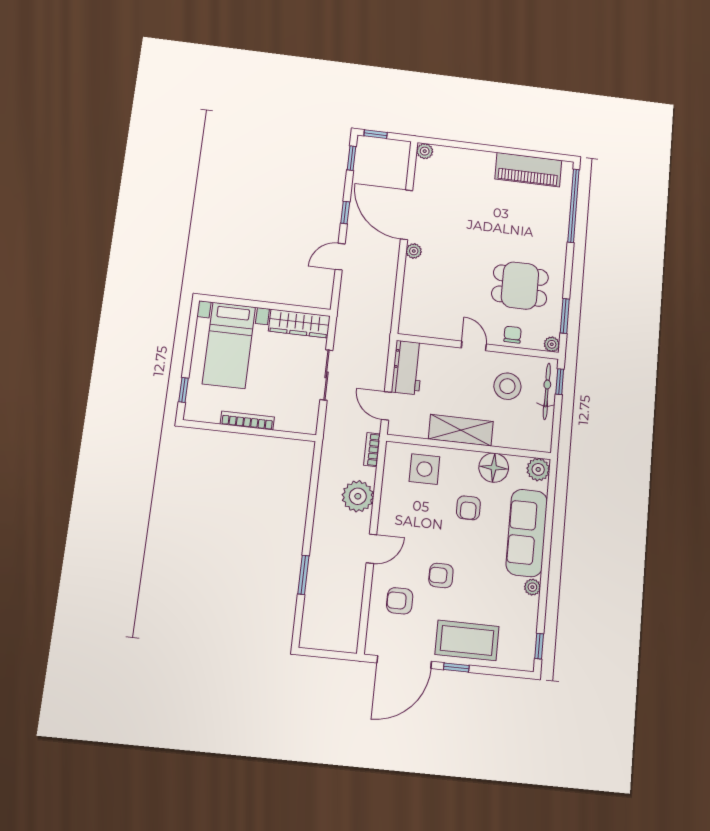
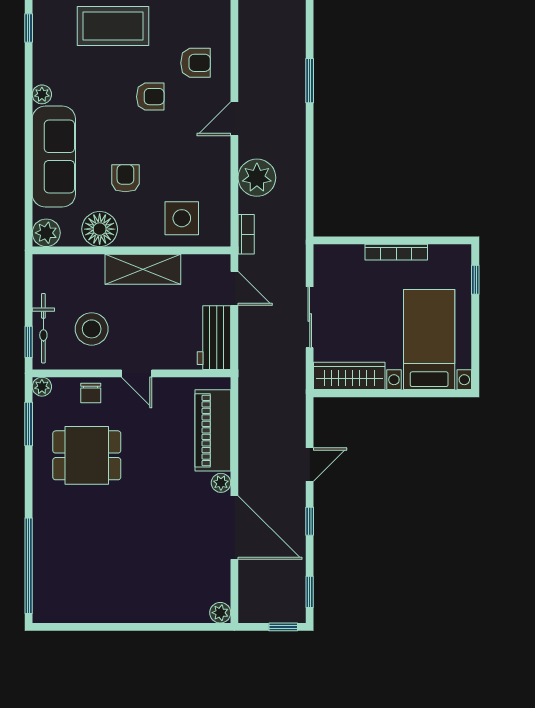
piano: (528, 170) -> (213, 430), moved, turned -90

